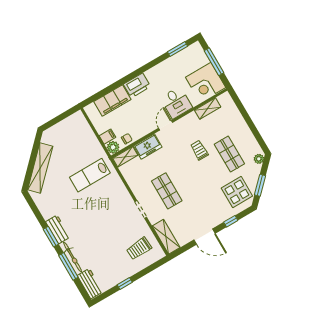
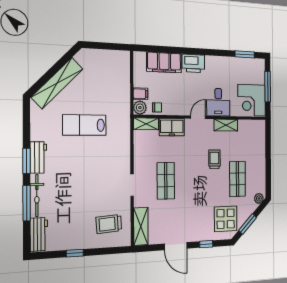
shelving: (208, 109) -> (226, 125), moved
lab bench: (90, 175) -> (85, 125), moved

